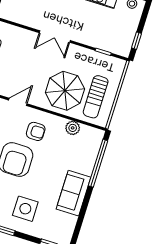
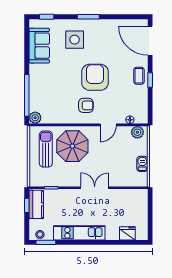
kitchen counter: (126, 38) -> (36, 204), added
plant: (73, 128) -> (35, 118), moved
armchair: (36, 131) -> (86, 105), turned 180
sofa: (74, 193) -> (39, 46), moved

